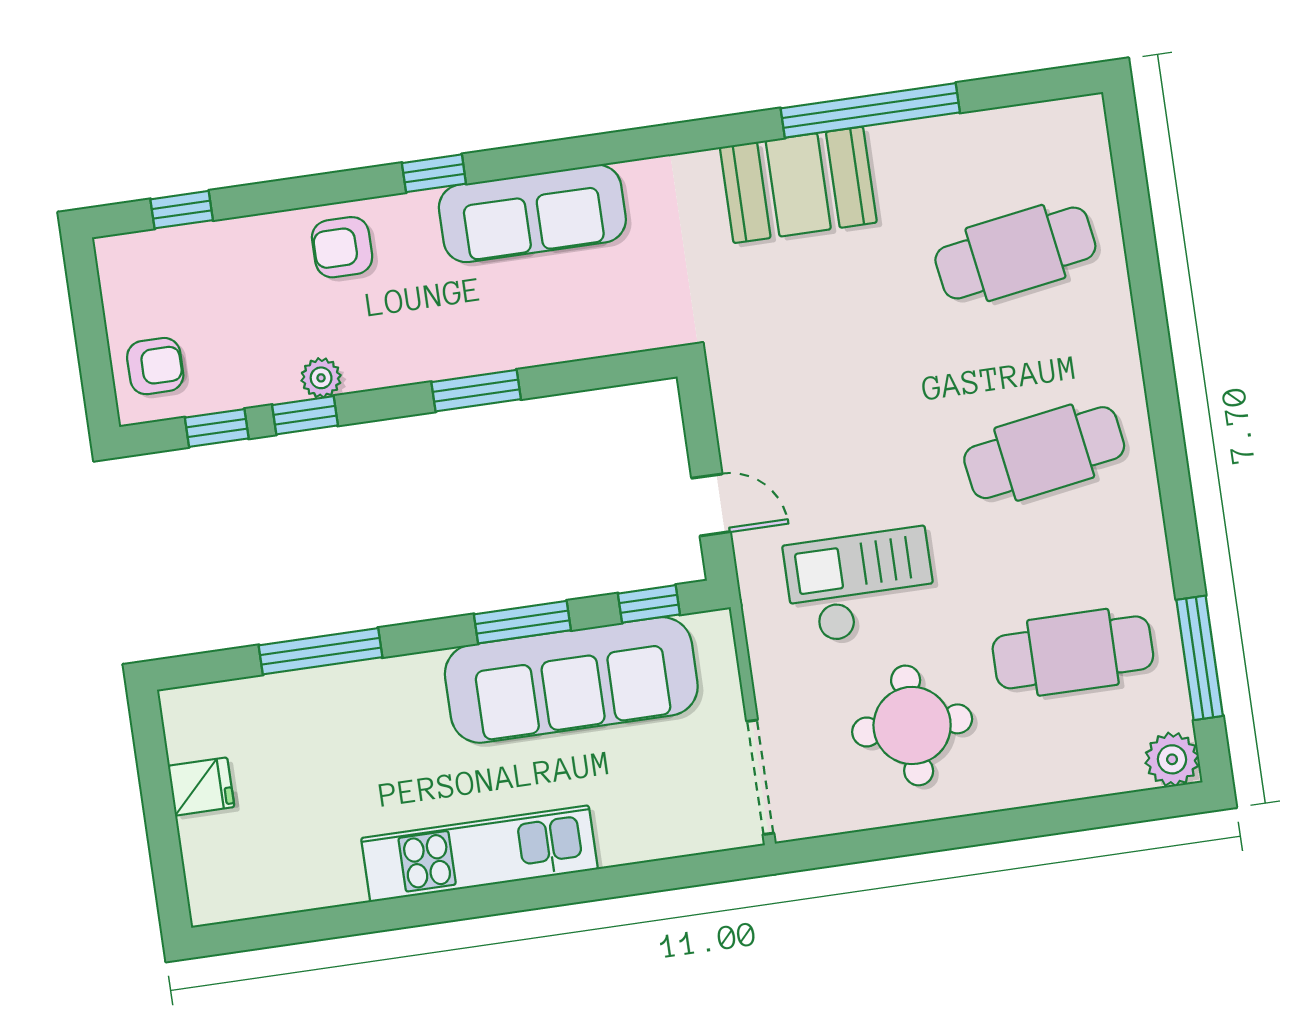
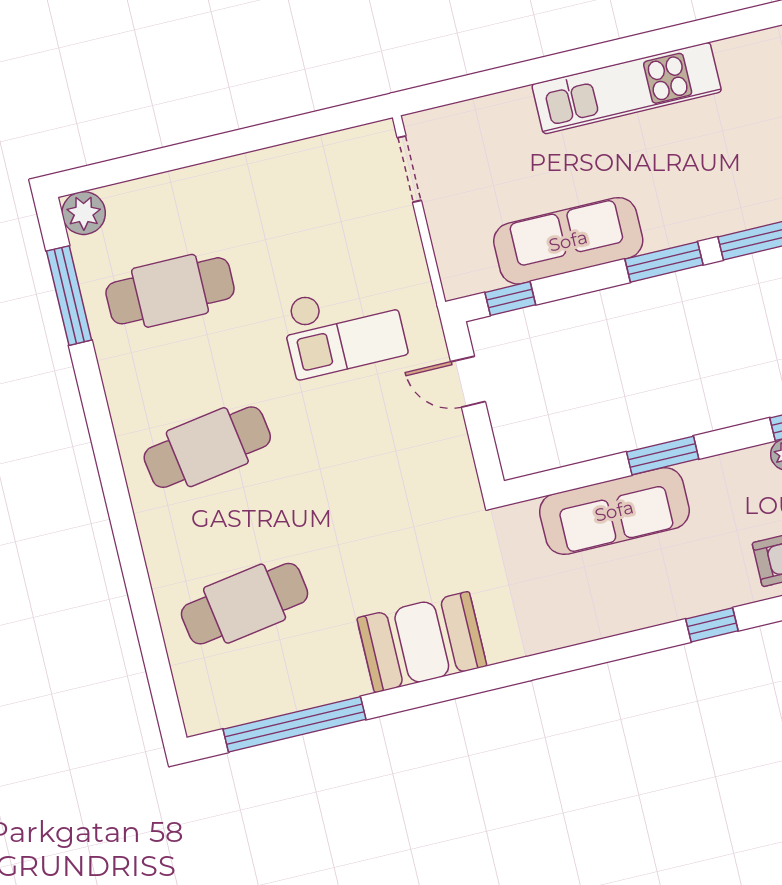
window: (870, 110) -> (295, 724), moved
sofa: (532, 214) -> (614, 511), moved, turned 180
window: (522, 622) -> (664, 262), moved
sofa: (571, 680) -> (568, 241), width x0.74, depth x0.79
round table: (912, 725) -> (292, 221), removed
doorway: (760, 777) -> (409, 169), width x0.73

